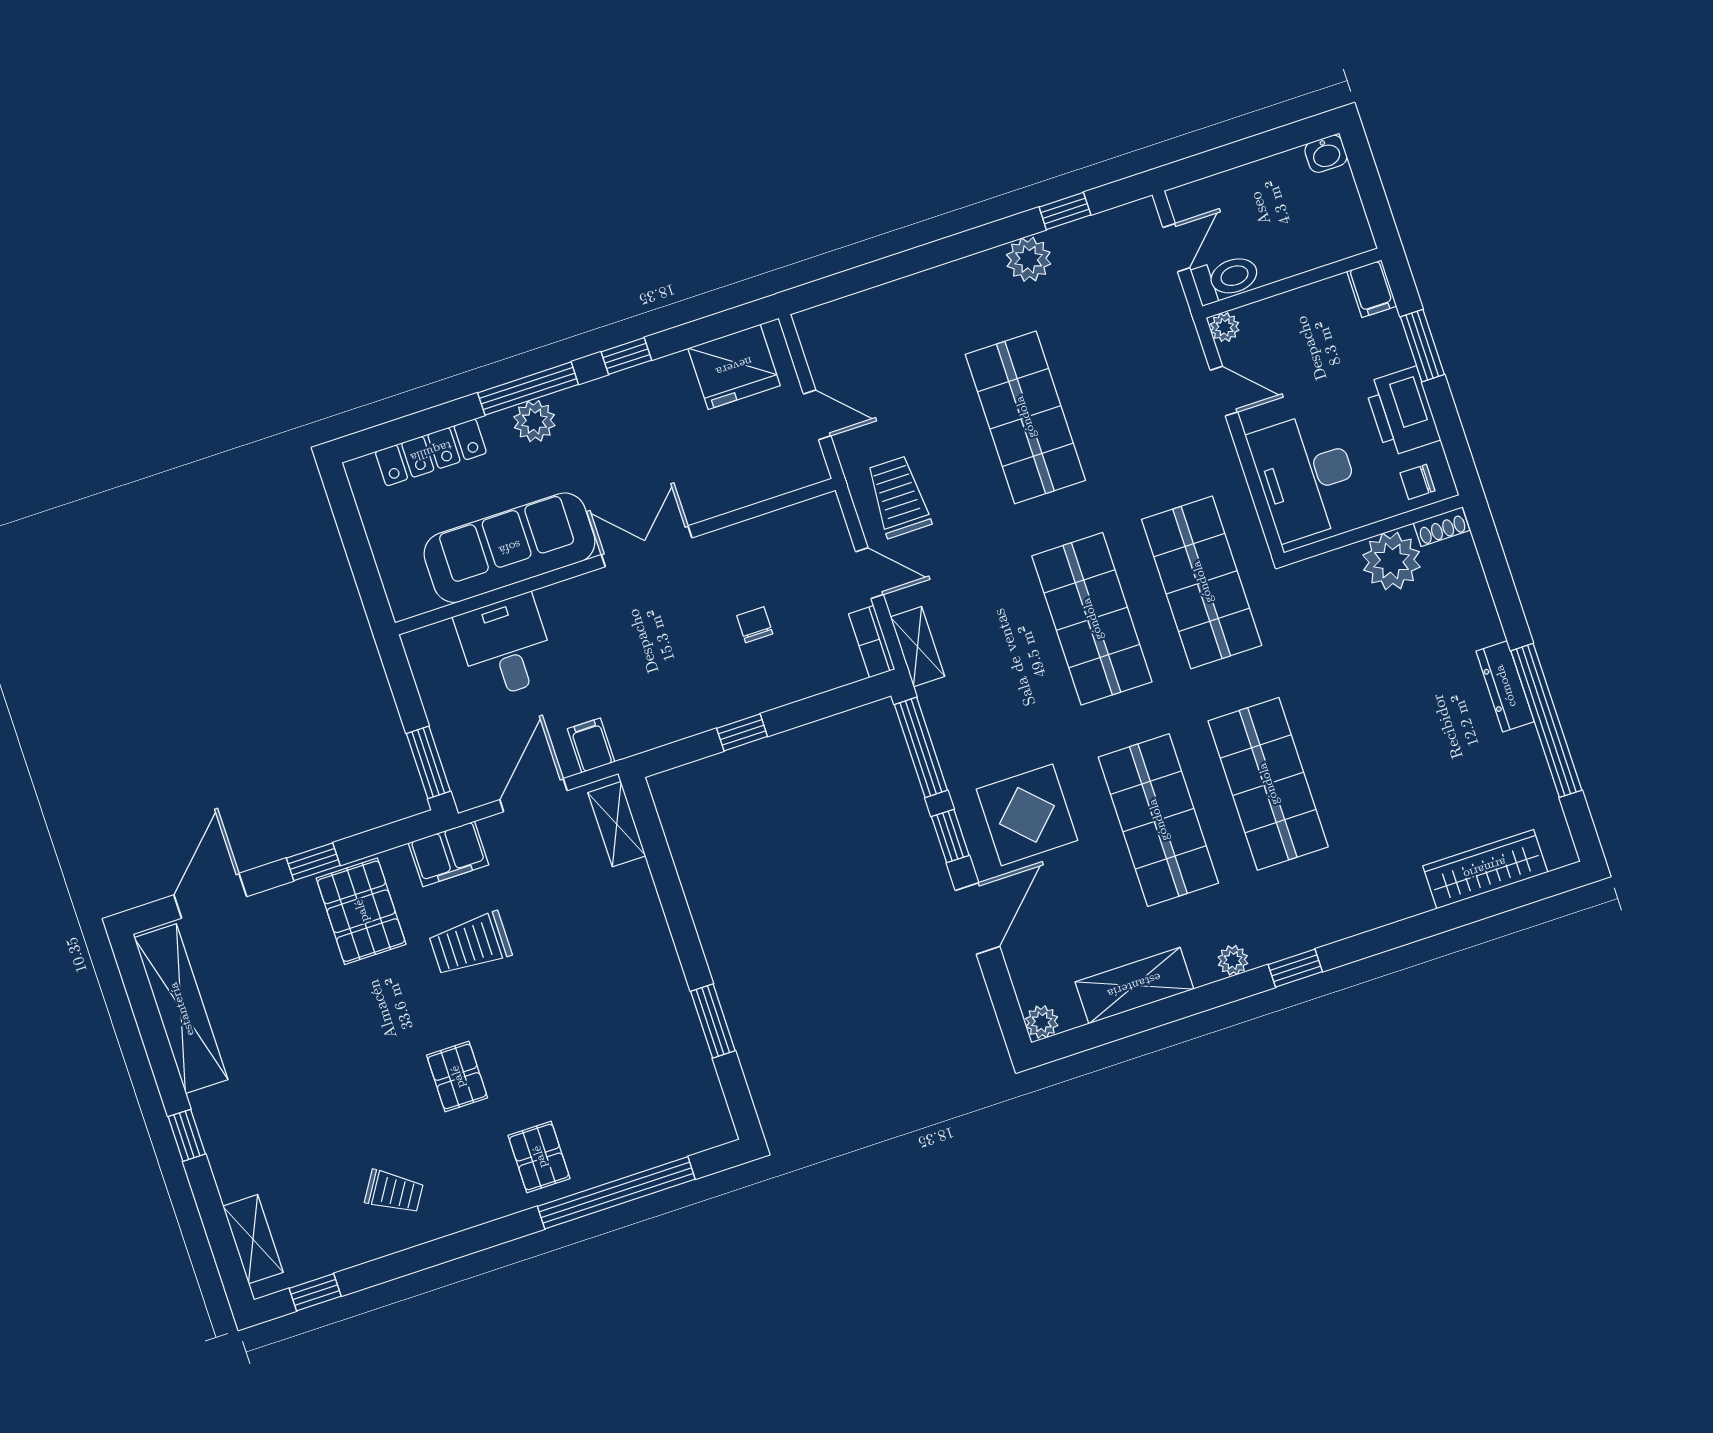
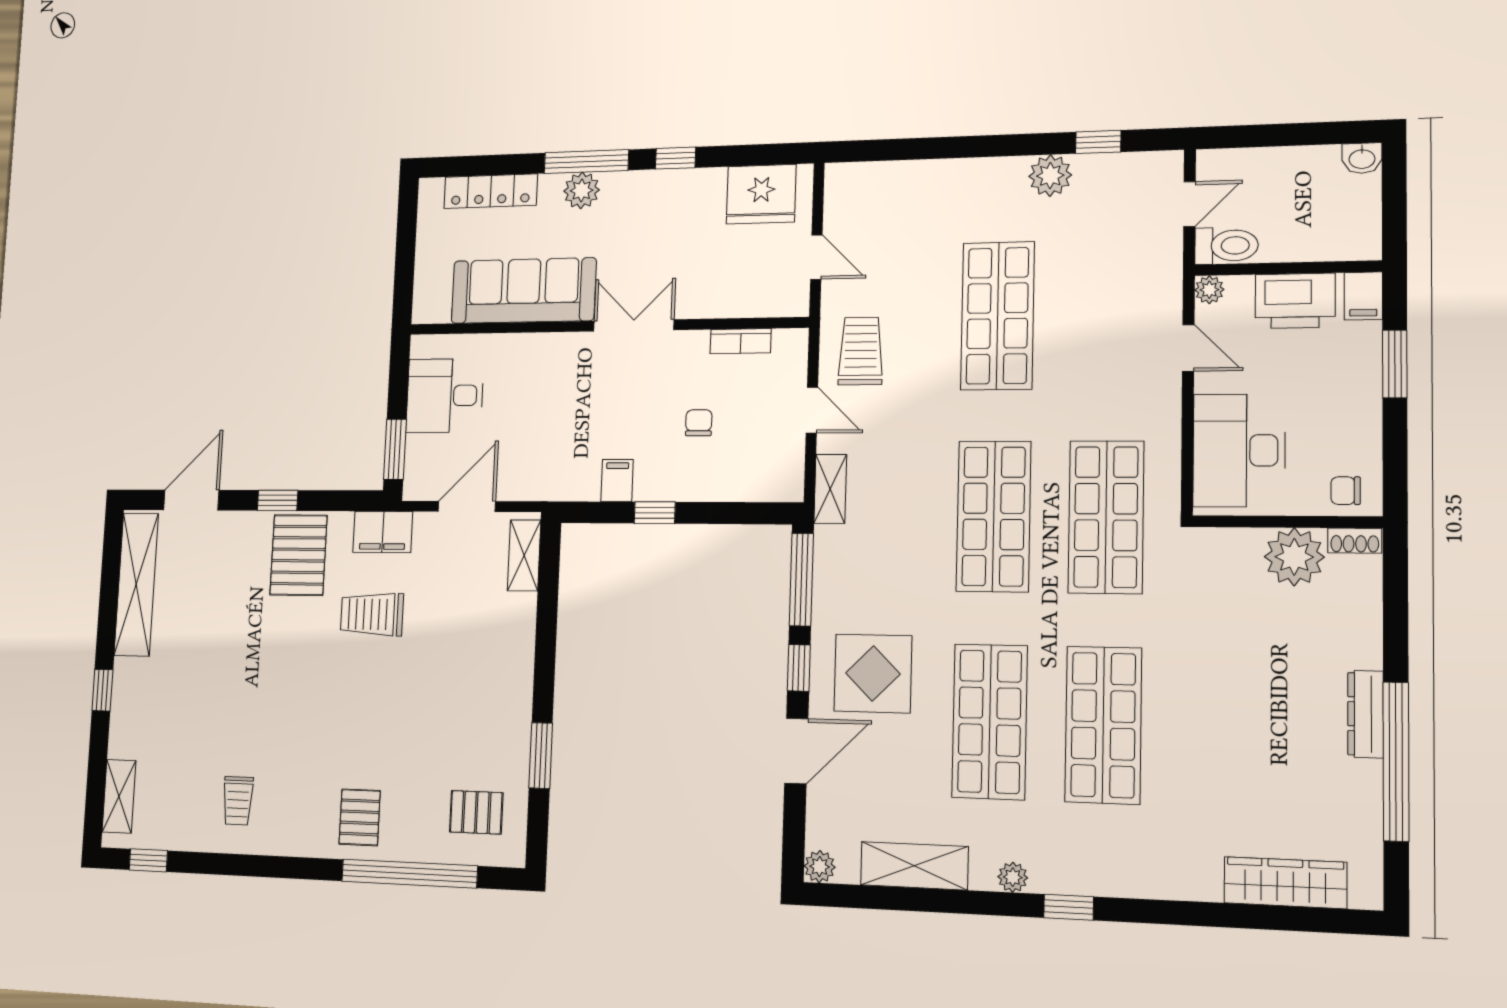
printer: (1402, 412) -> (1295, 301), moved, turned -90
bookcase: (872, 642) -> (741, 341), moved, turned -90
desk: (506, 646) -> (445, 396), moved, turned -90
filing cabinet: (591, 745) -> (617, 480), moved
pallet: (457, 1077) -> (476, 812), moved, turned 90
trolley: (394, 1192) -> (238, 801), turned 58

